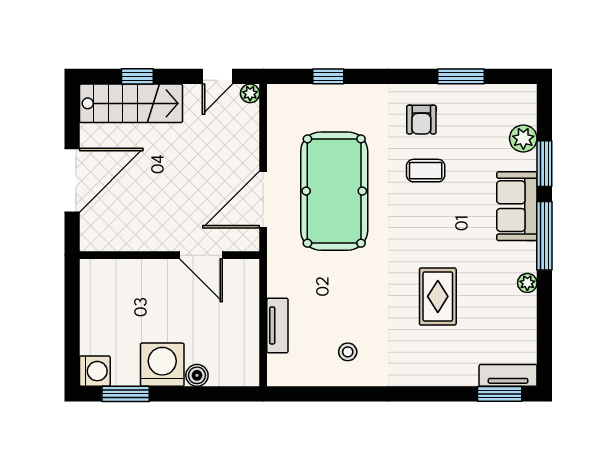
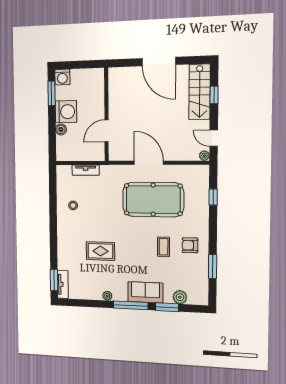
wall: (170, 255) -> (106, 115), moved
door: (201, 255) -> (107, 131), moved

